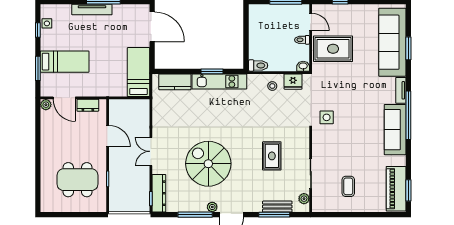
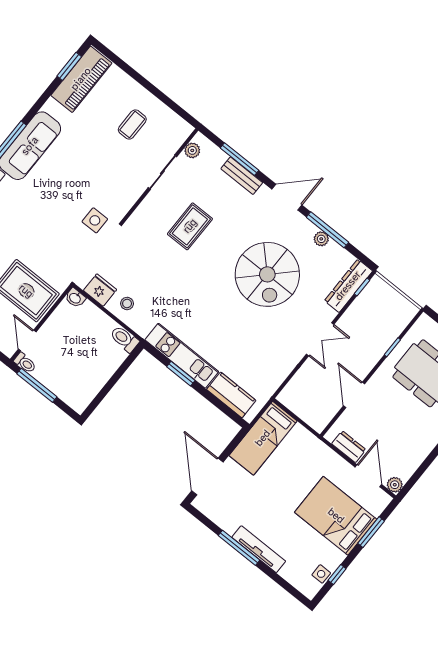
toilet: (302, 40) -> (25, 363), moved
bed: (65, 62) -> (336, 516), width x1.50
plant: (212, 207) -> (321, 239), moved
bench: (277, 207) -> (242, 176), moved

